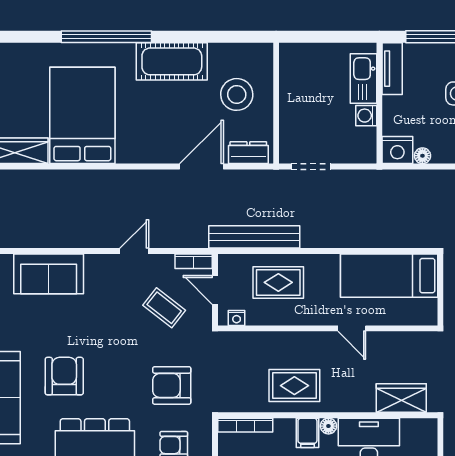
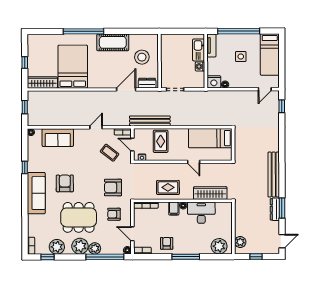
rug: (278, 282) -> (161, 141), turned 90
wardrobe: (401, 398) -> (210, 193), width x1.50

